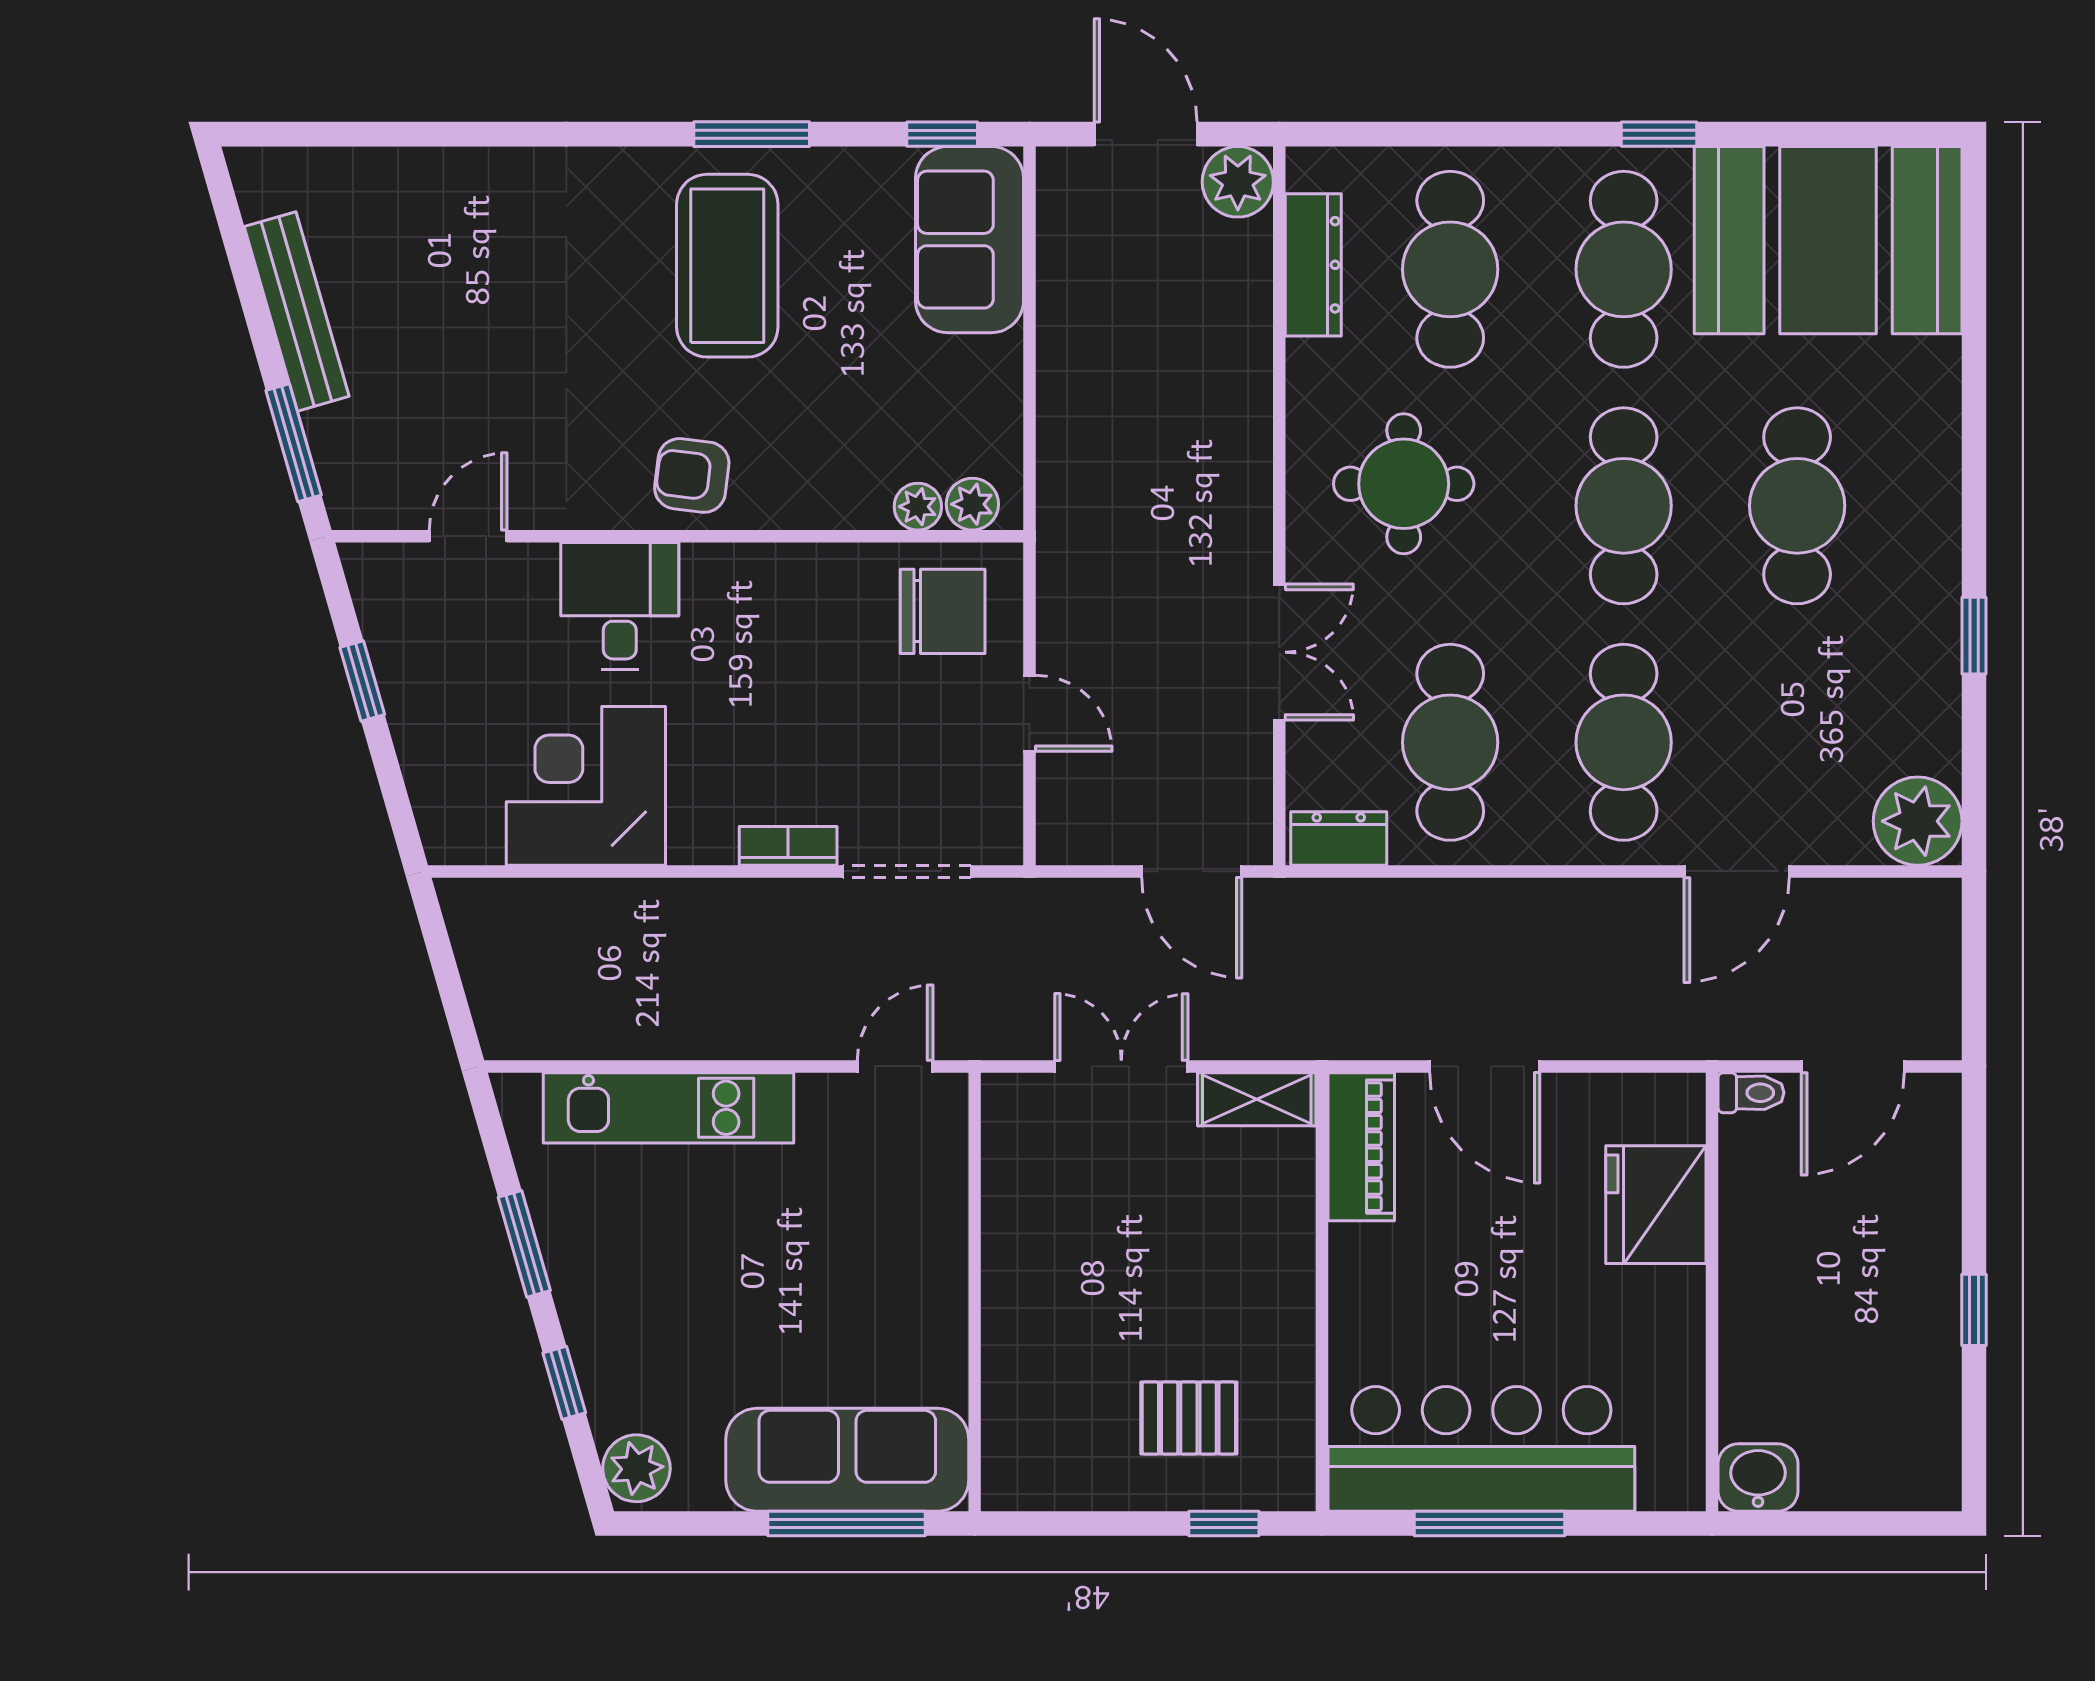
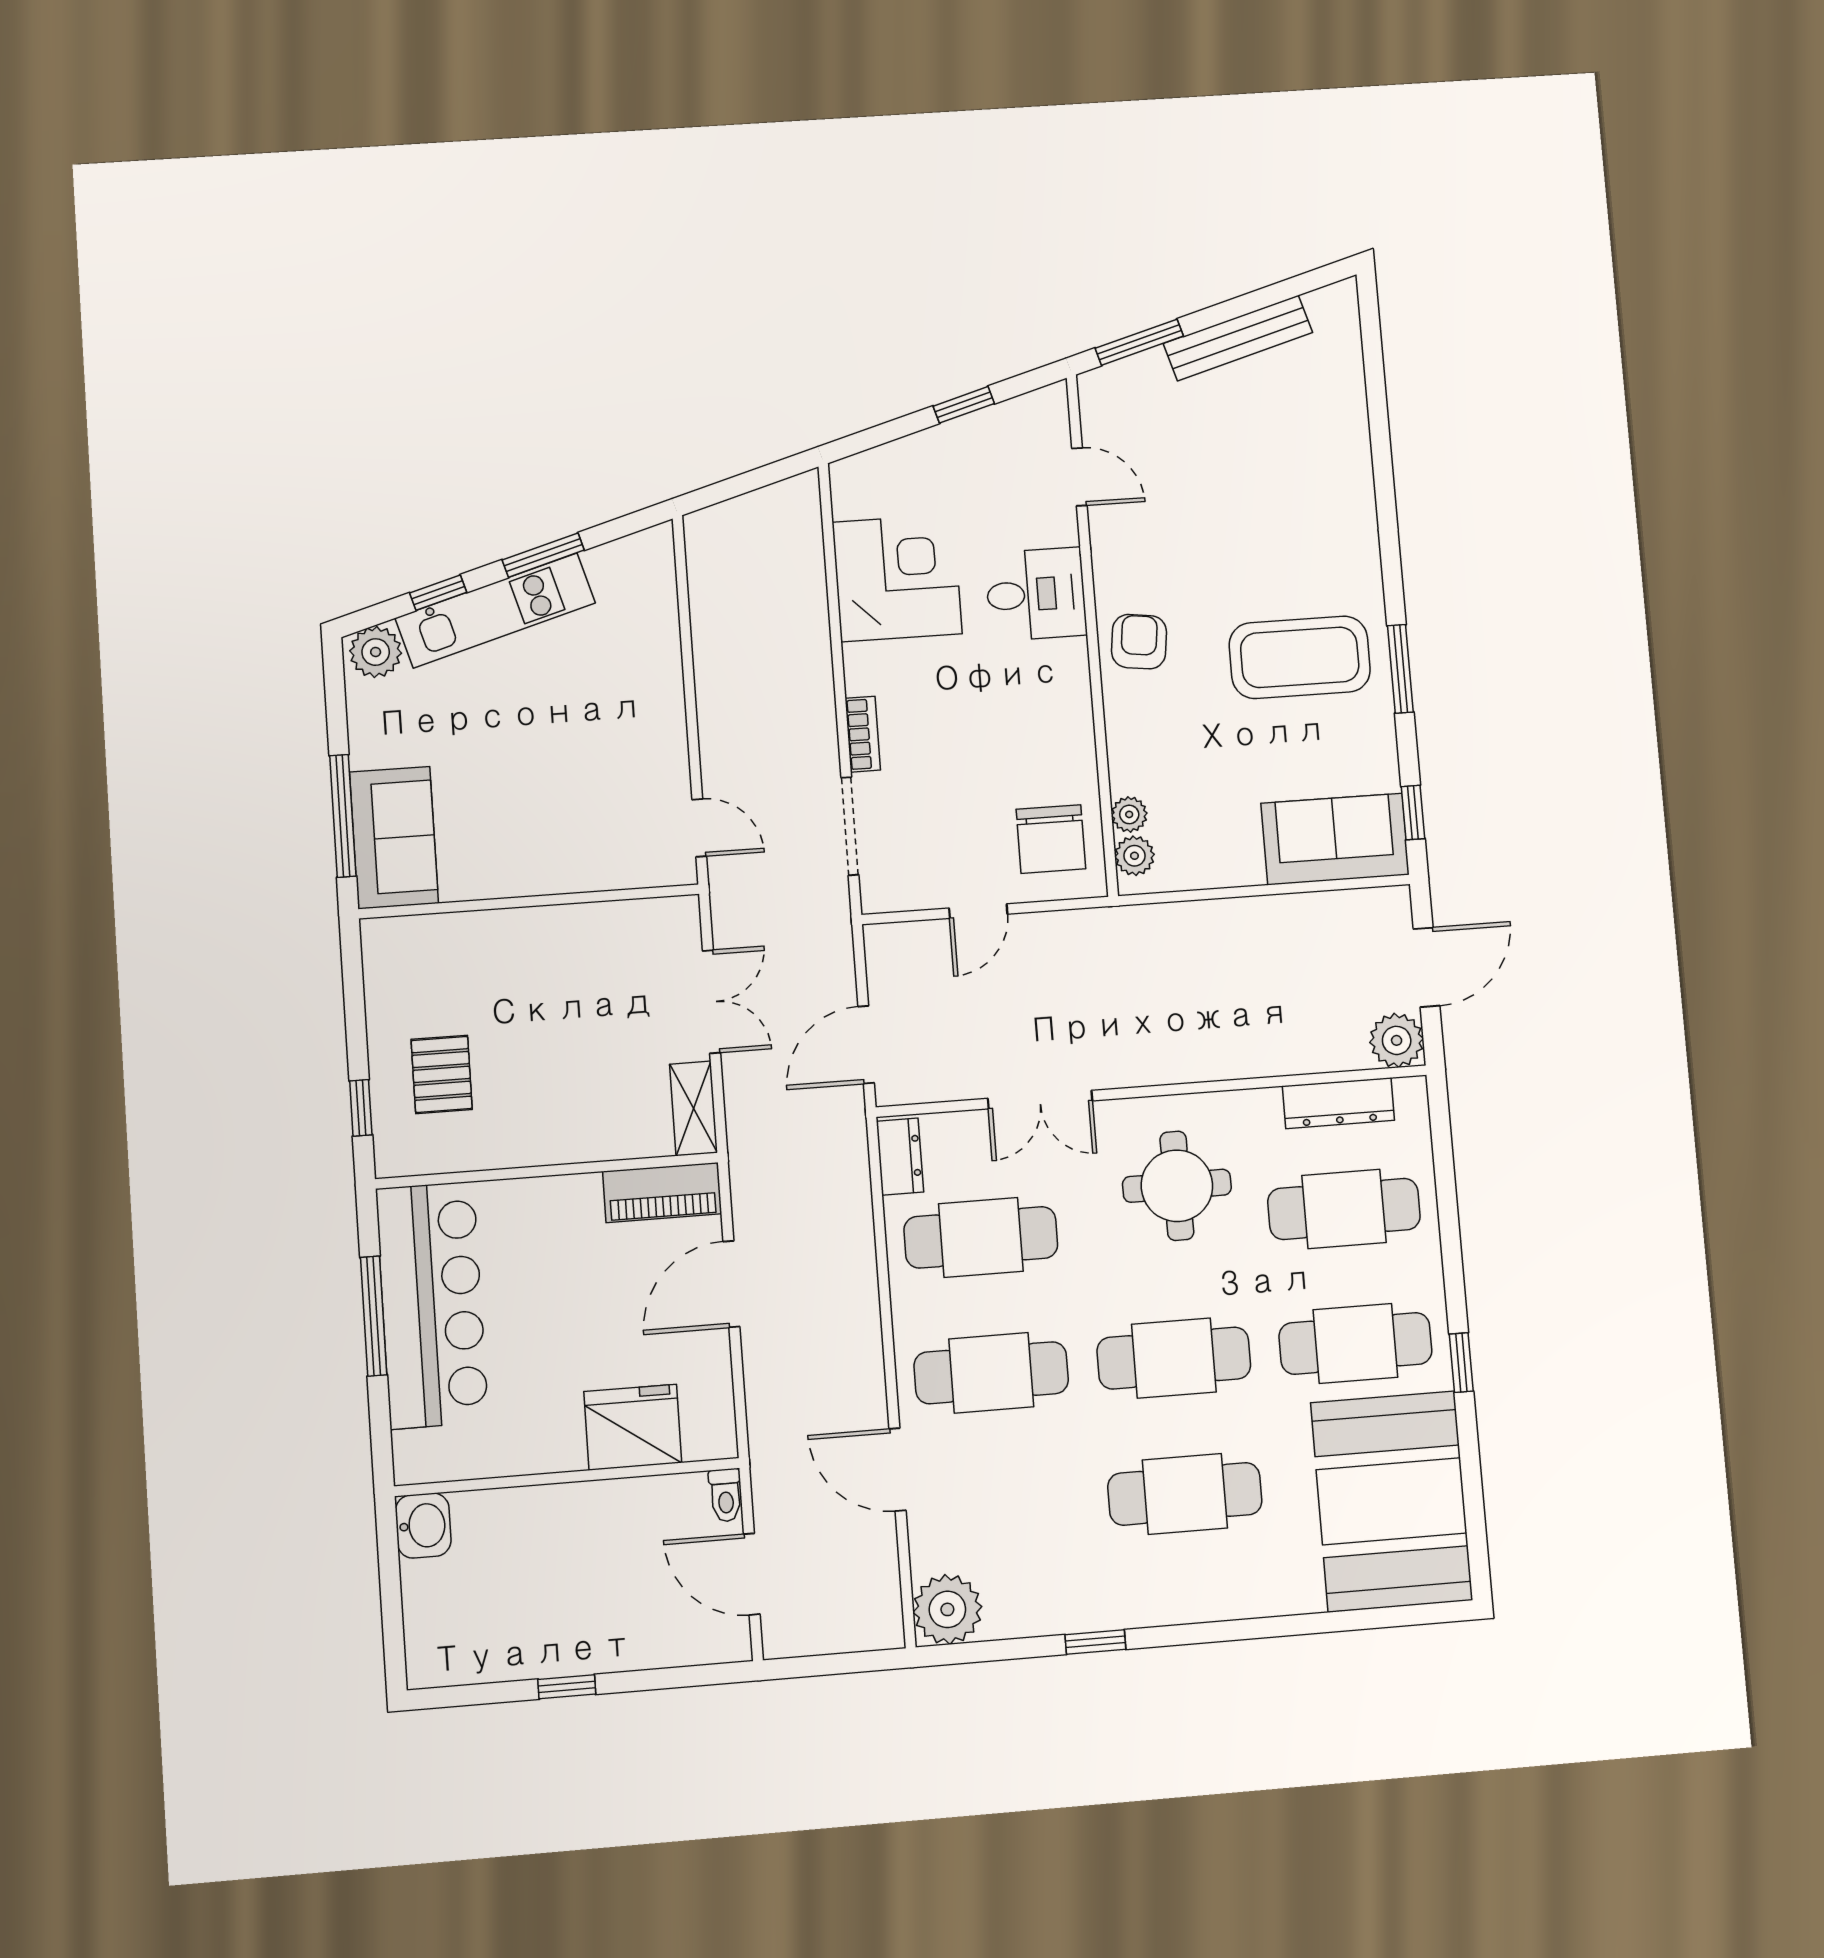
kitchen unit: (669, 1108) -> (495, 610), moved, turned -106
sofa: (847, 1460) -> (394, 838), width x0.73

